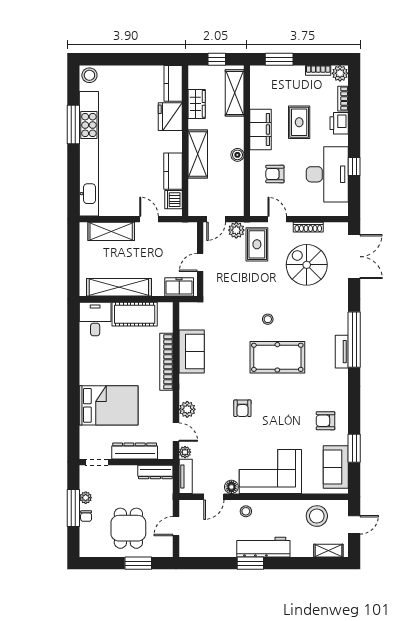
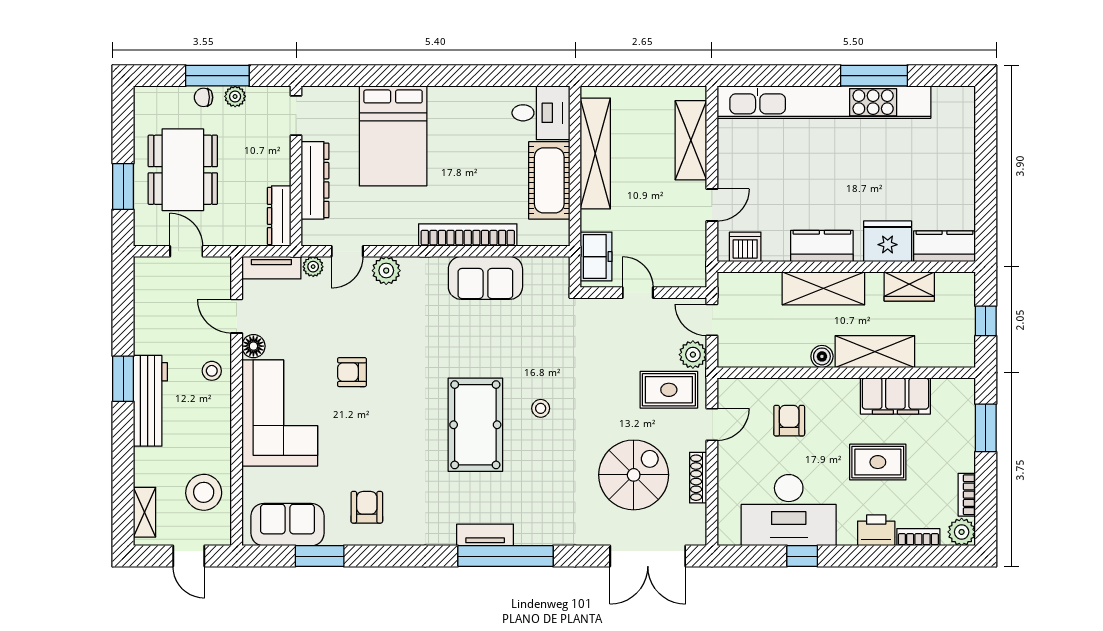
stool: (89, 75) -> (958, 103), removed
shelving: (235, 93) -> (875, 352), moved
filing cabinet: (261, 129) -> (895, 396), moved
kitchen counter: (173, 171) -> (822, 246), moved
armchair: (242, 408) -> (352, 372), moved
dining table: (128, 528) -> (183, 170), width x1.38

